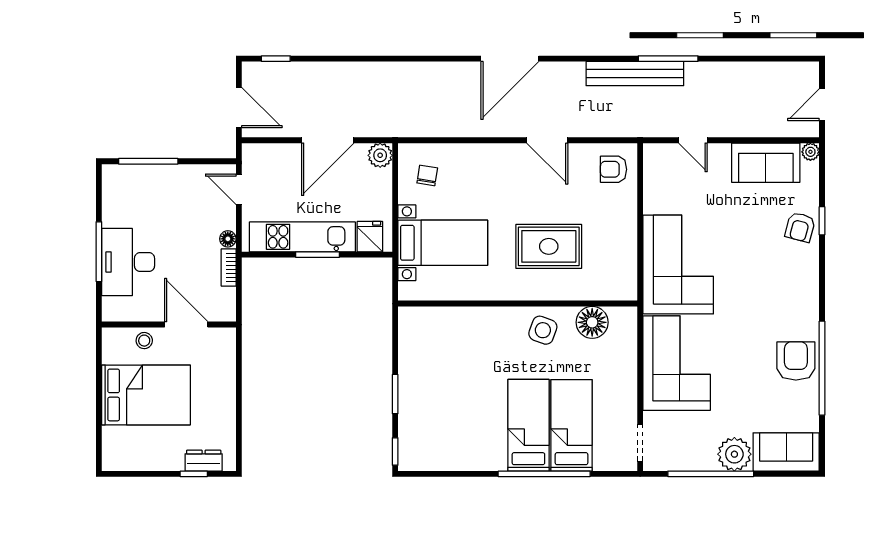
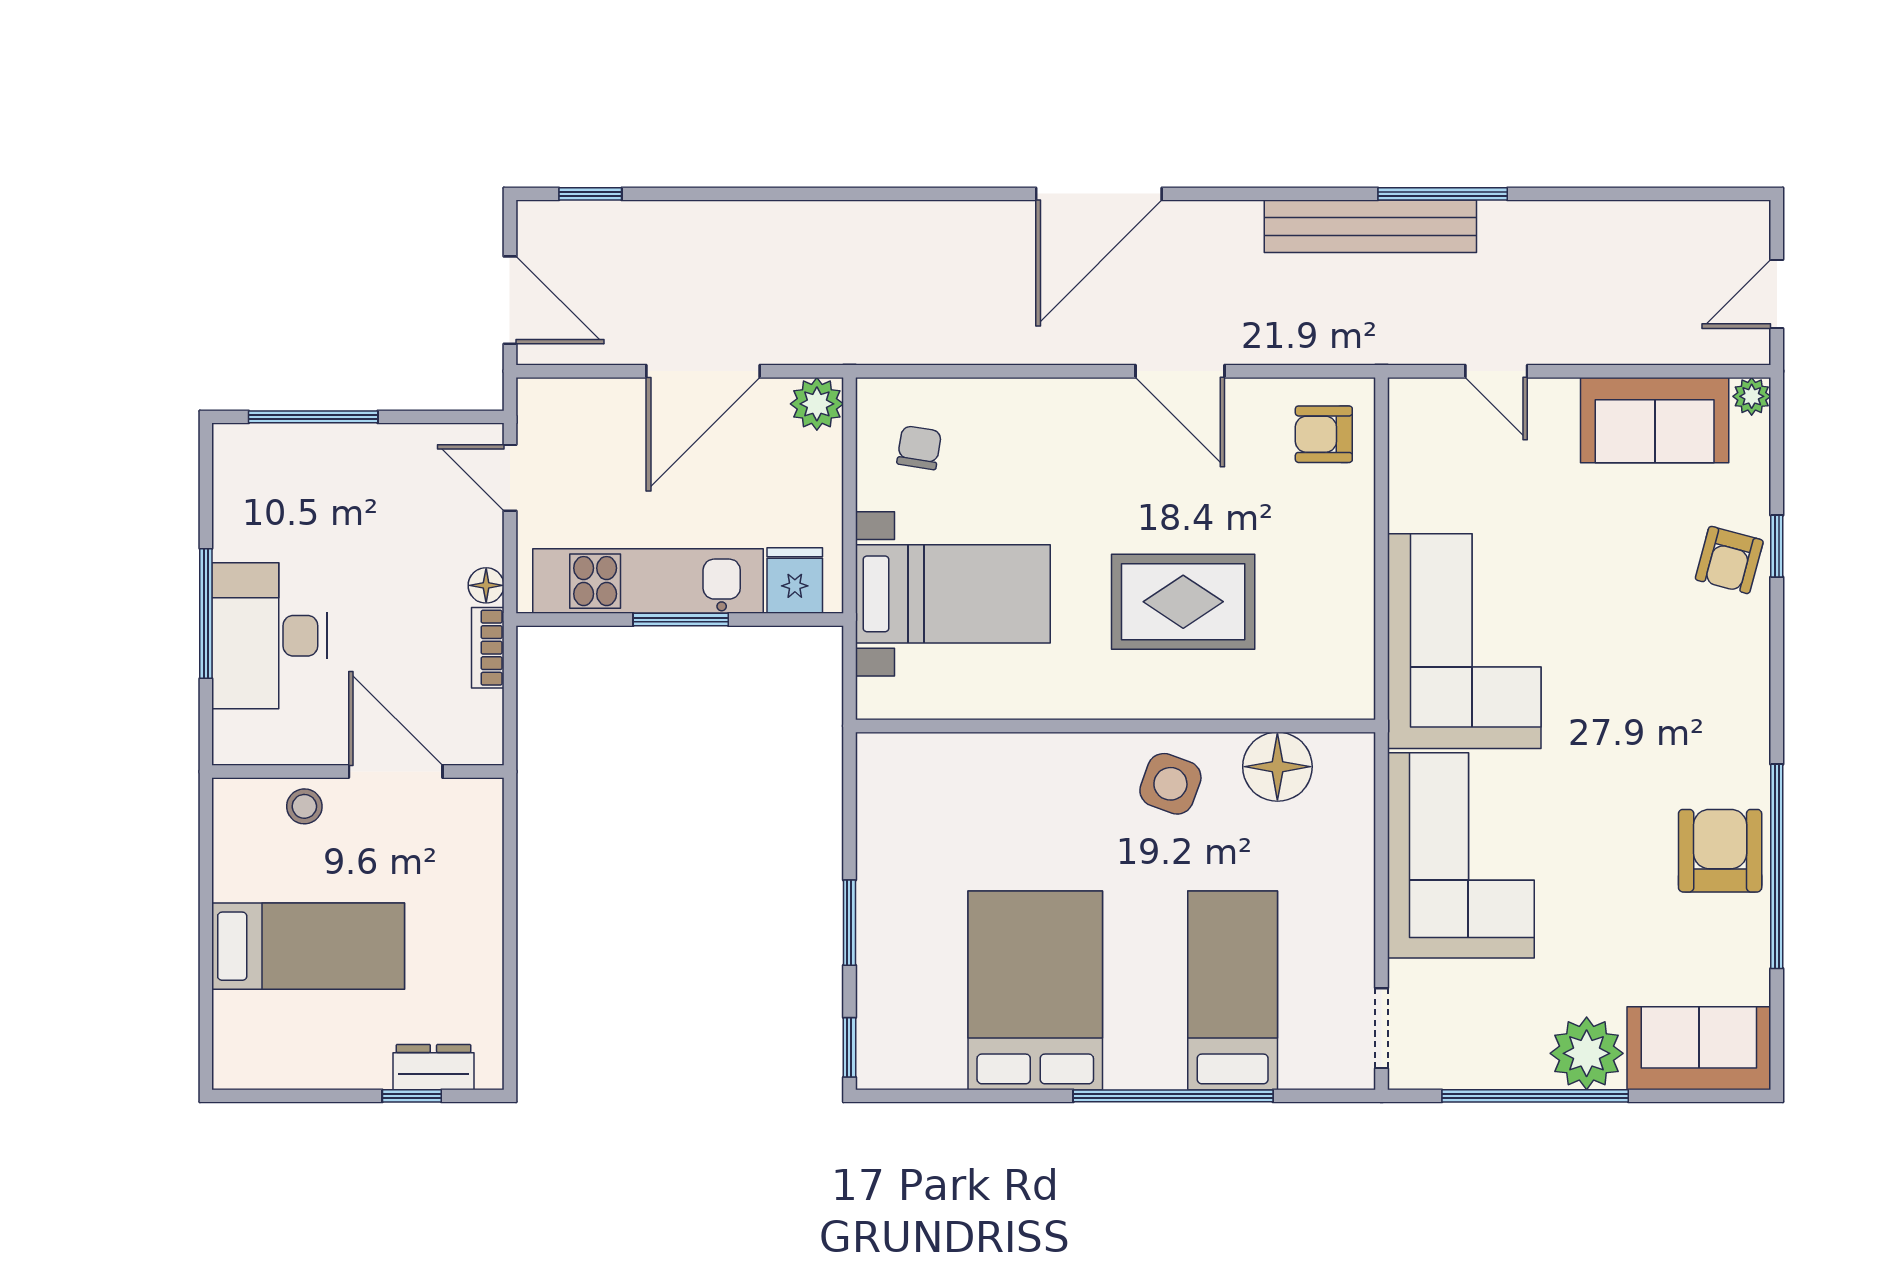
bed: (146, 395) -> (308, 946), width x0.67
bed: (528, 425) -> (1035, 990), moved, width x1.50

